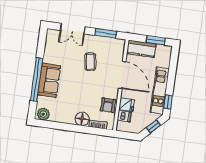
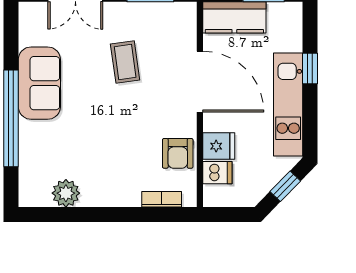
sofa: (49, 80) -> (39, 83), moved
window: (168, 102) -> (310, 69), moved
plant: (43, 114) -> (66, 193), moved
floor lamp: (82, 119) -> (124, 192), removed

